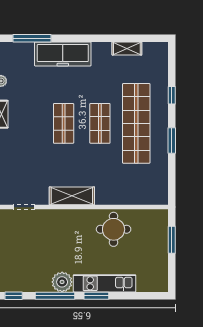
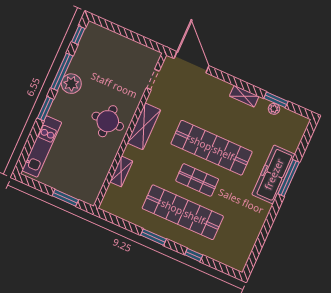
window: (32, 38) -> (289, 178), moved
shelving: (127, 48) -> (121, 171), moved
shop shelf: (64, 123) -> (212, 148), width x2.00, depth x1.36
round table: (114, 229) -> (108, 121), moved
kitchen unit: (104, 283) -> (42, 146), moved

